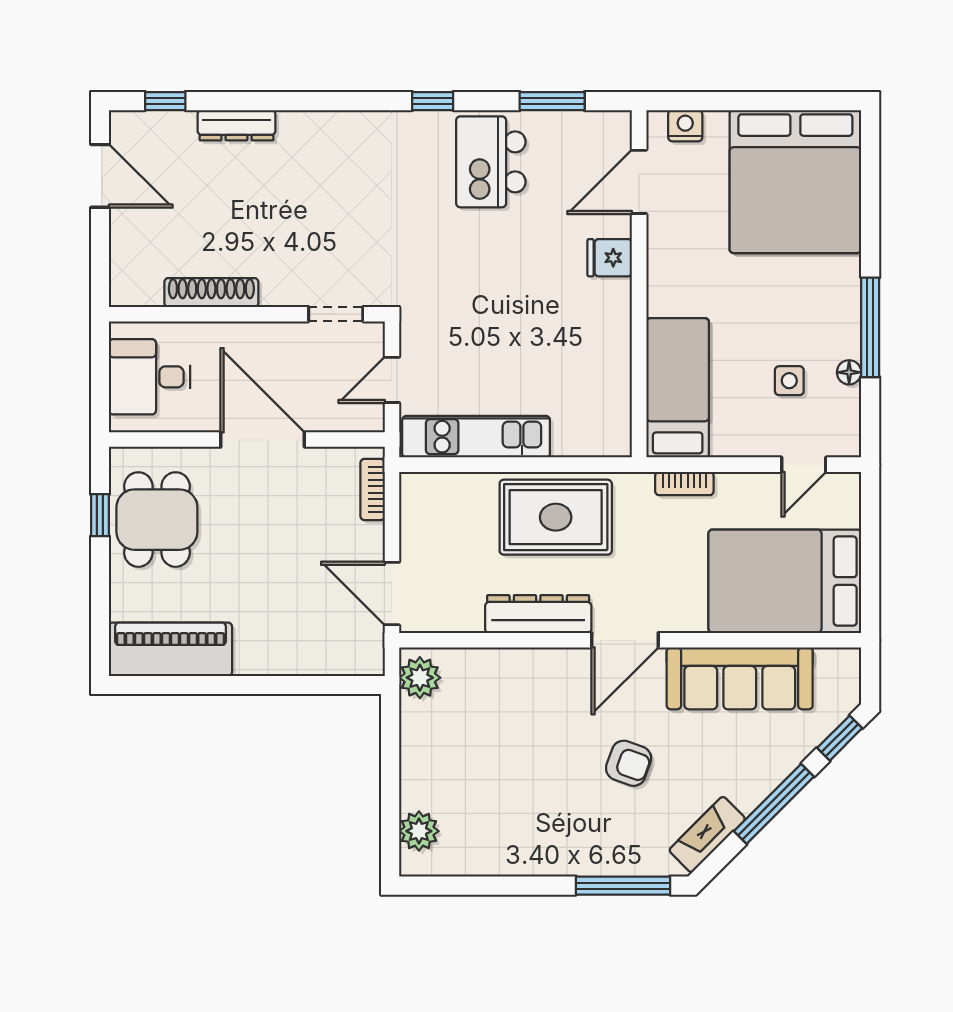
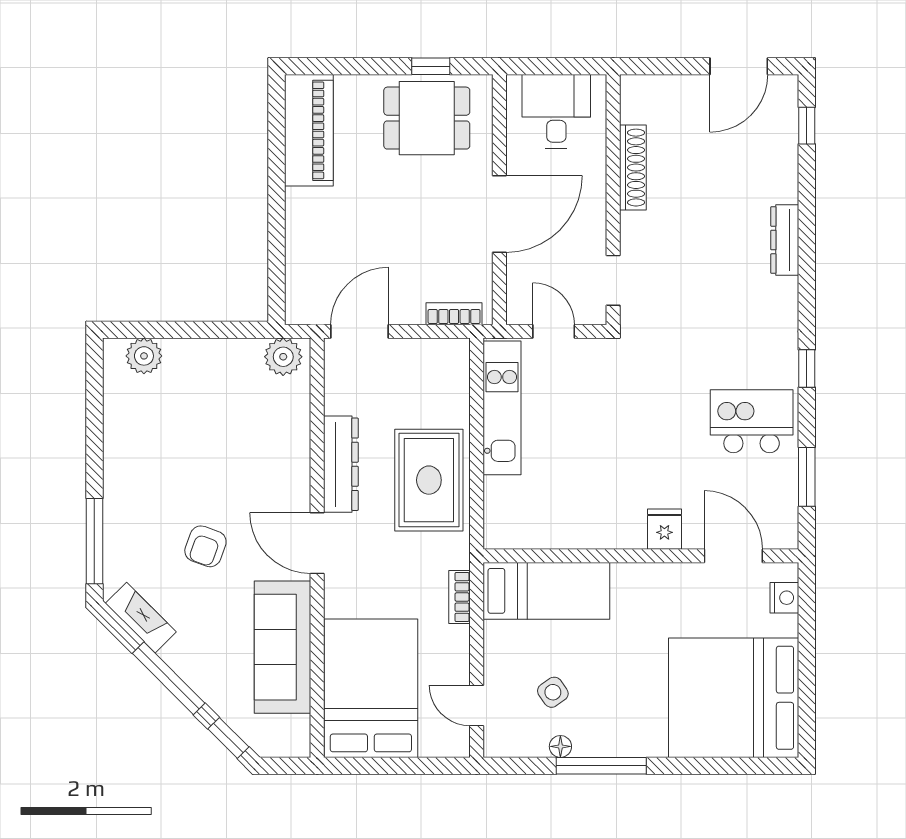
dresser: (236, 125) -> (785, 240), moved
side table: (789, 381) -> (553, 692), turned -35

